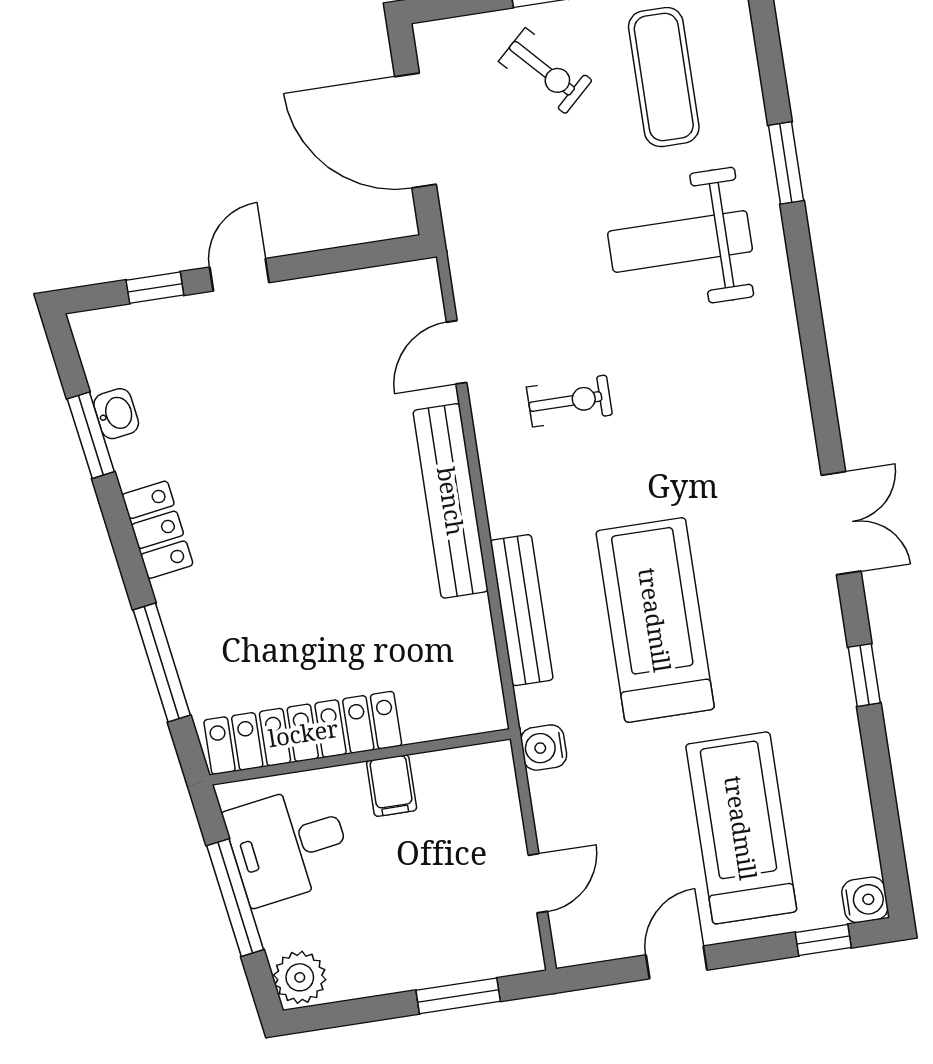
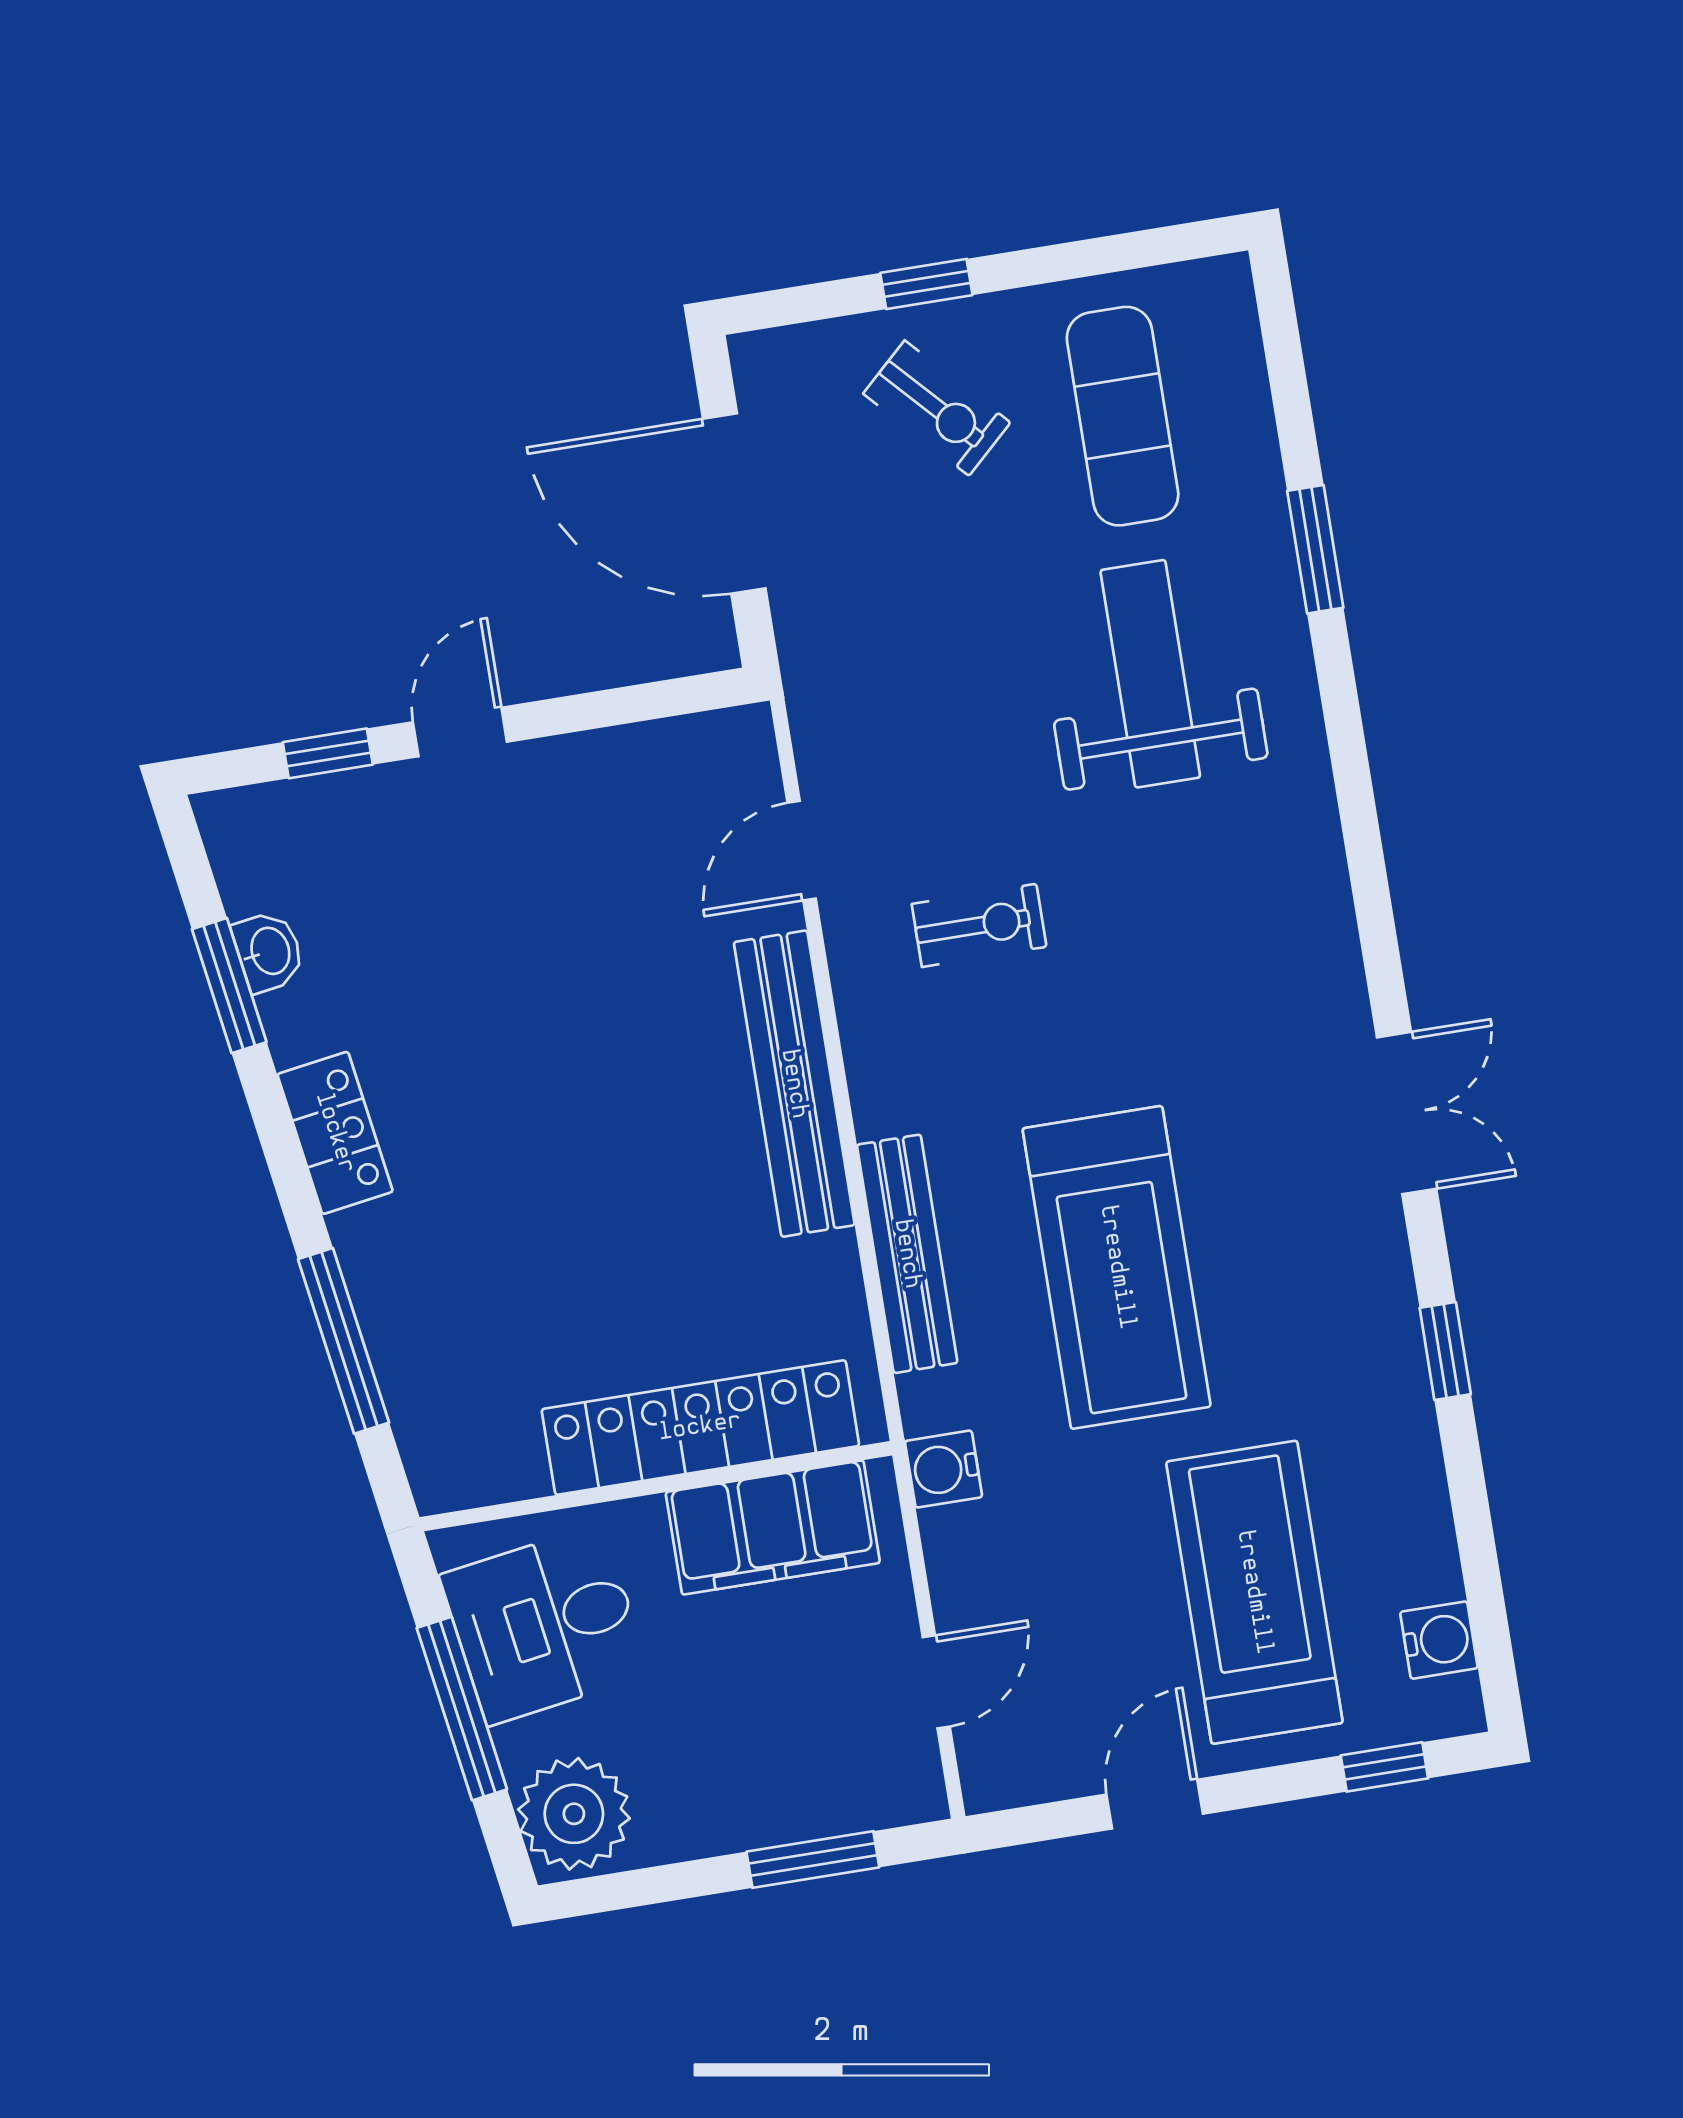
weight bench: (680, 241) -> (1150, 674), turned 90
treadmill: (655, 620) -> (1117, 1267), turned 180
locker: (303, 733) -> (700, 1427), moved
filing cabinet: (392, 786) -> (773, 1528), width x3.00, depth x1.17
water cooler: (865, 900) -> (1439, 1640), moved
plant: (300, 977) -> (574, 1814), width x1.36, depth x1.36

